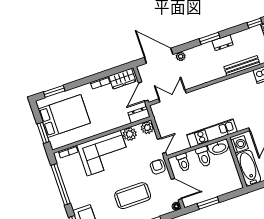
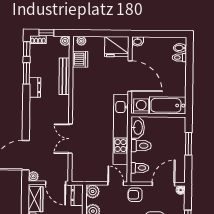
window: (210, 38) -> (26, 73), moved
plant: (181, 56) -> (33, 176), moved
double door: (172, 96) -> (70, 139), moved
kitchen unit: (212, 133) -> (121, 129), width x1.36
window: (208, 203) -> (189, 144), moved

